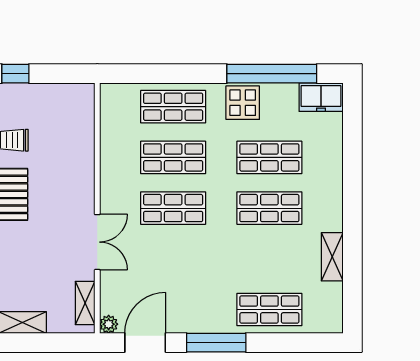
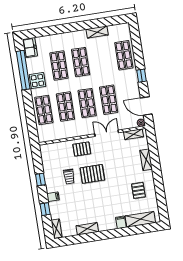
pallet: (70, 179) -> (82, 149), added
shop shelf: (173, 259) -> (109, 100), added
window: (216, 343) -> (142, 76), width x0.46

